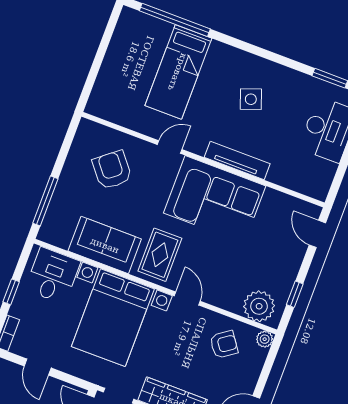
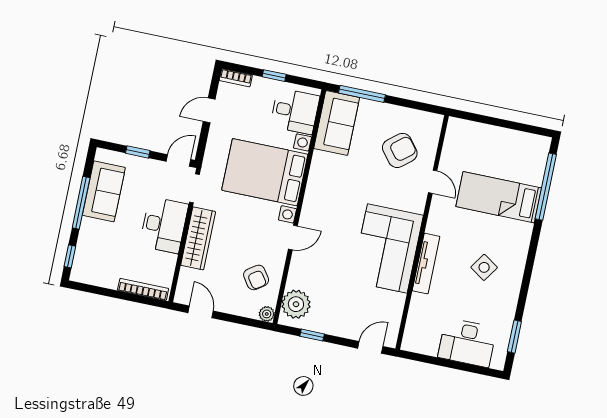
side table: (251, 99) -> (484, 267), turned -36
door: (170, 147) -> (433, 182), moved
sofa: (105, 245) -> (337, 123), moved
rug: (160, 255) -> (329, 206), removed

